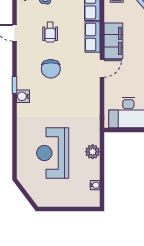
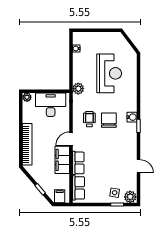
wheelchair: (50, 32) -> (89, 119), moved
chair: (51, 69) -> (109, 120), moved
plant: (93, 152) -> (78, 89), moved

